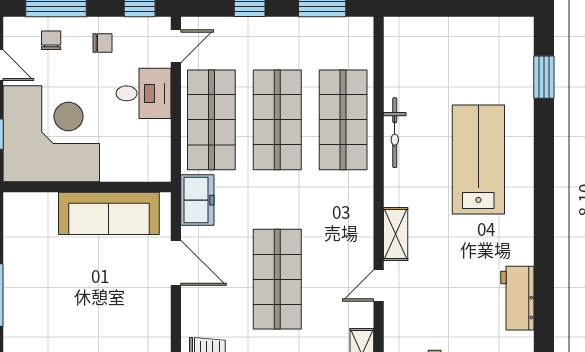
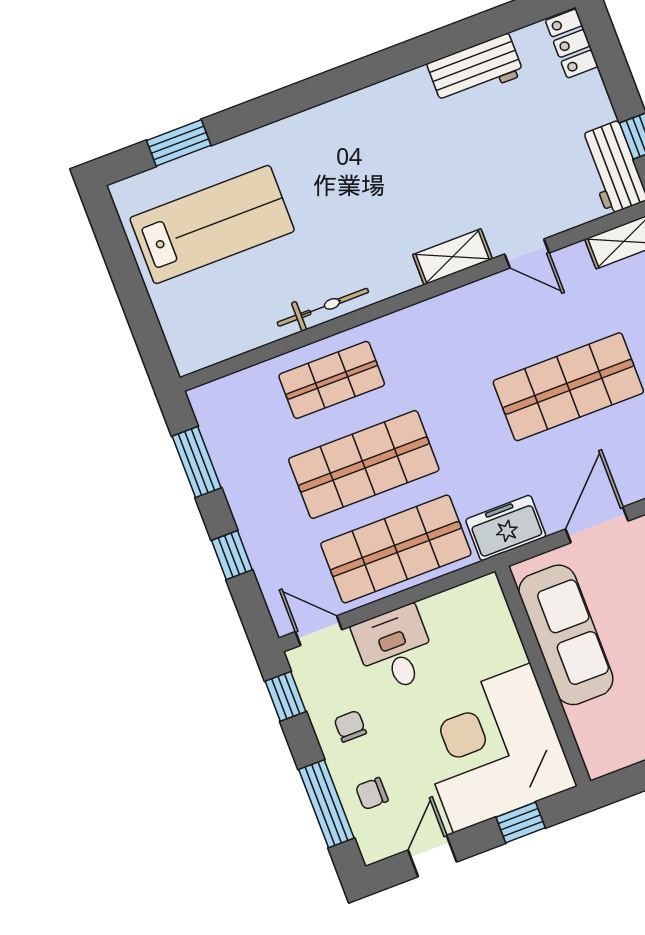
shop shelf: (343, 120) -> (332, 380), width x0.70, depth x0.74
lab bench: (478, 159) -> (212, 224), moved, turned 180

